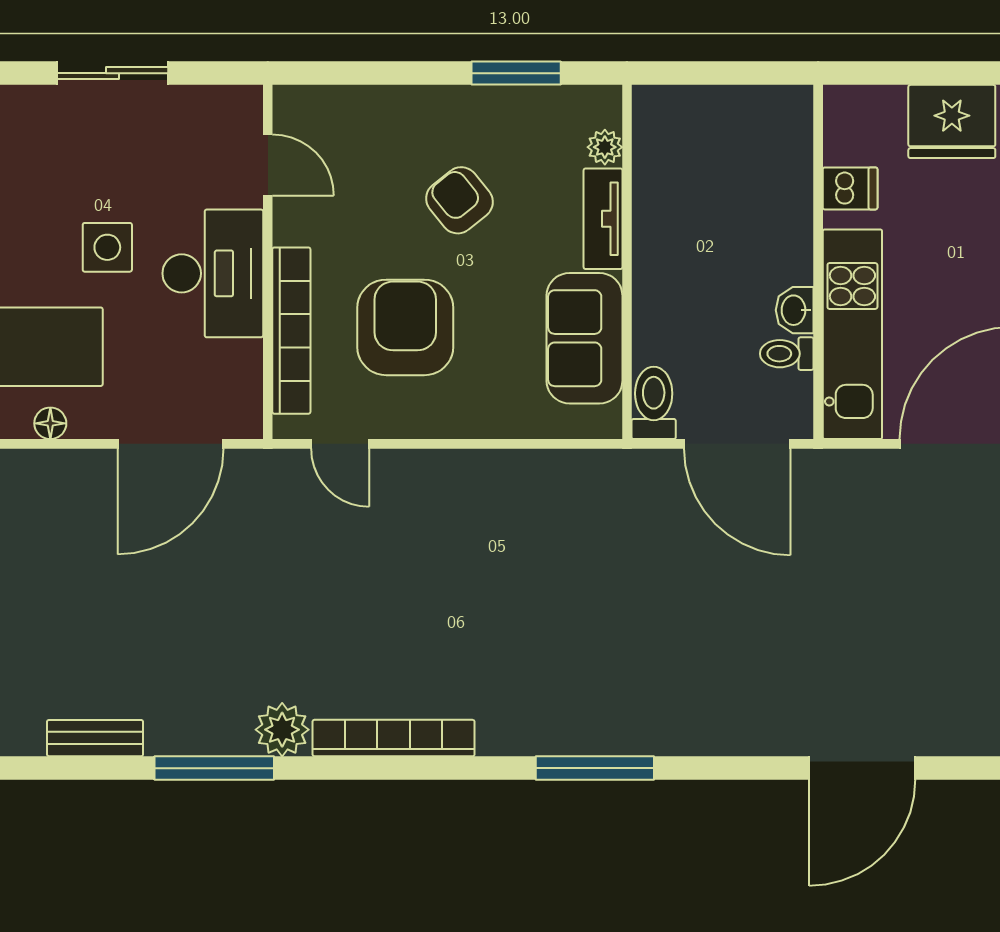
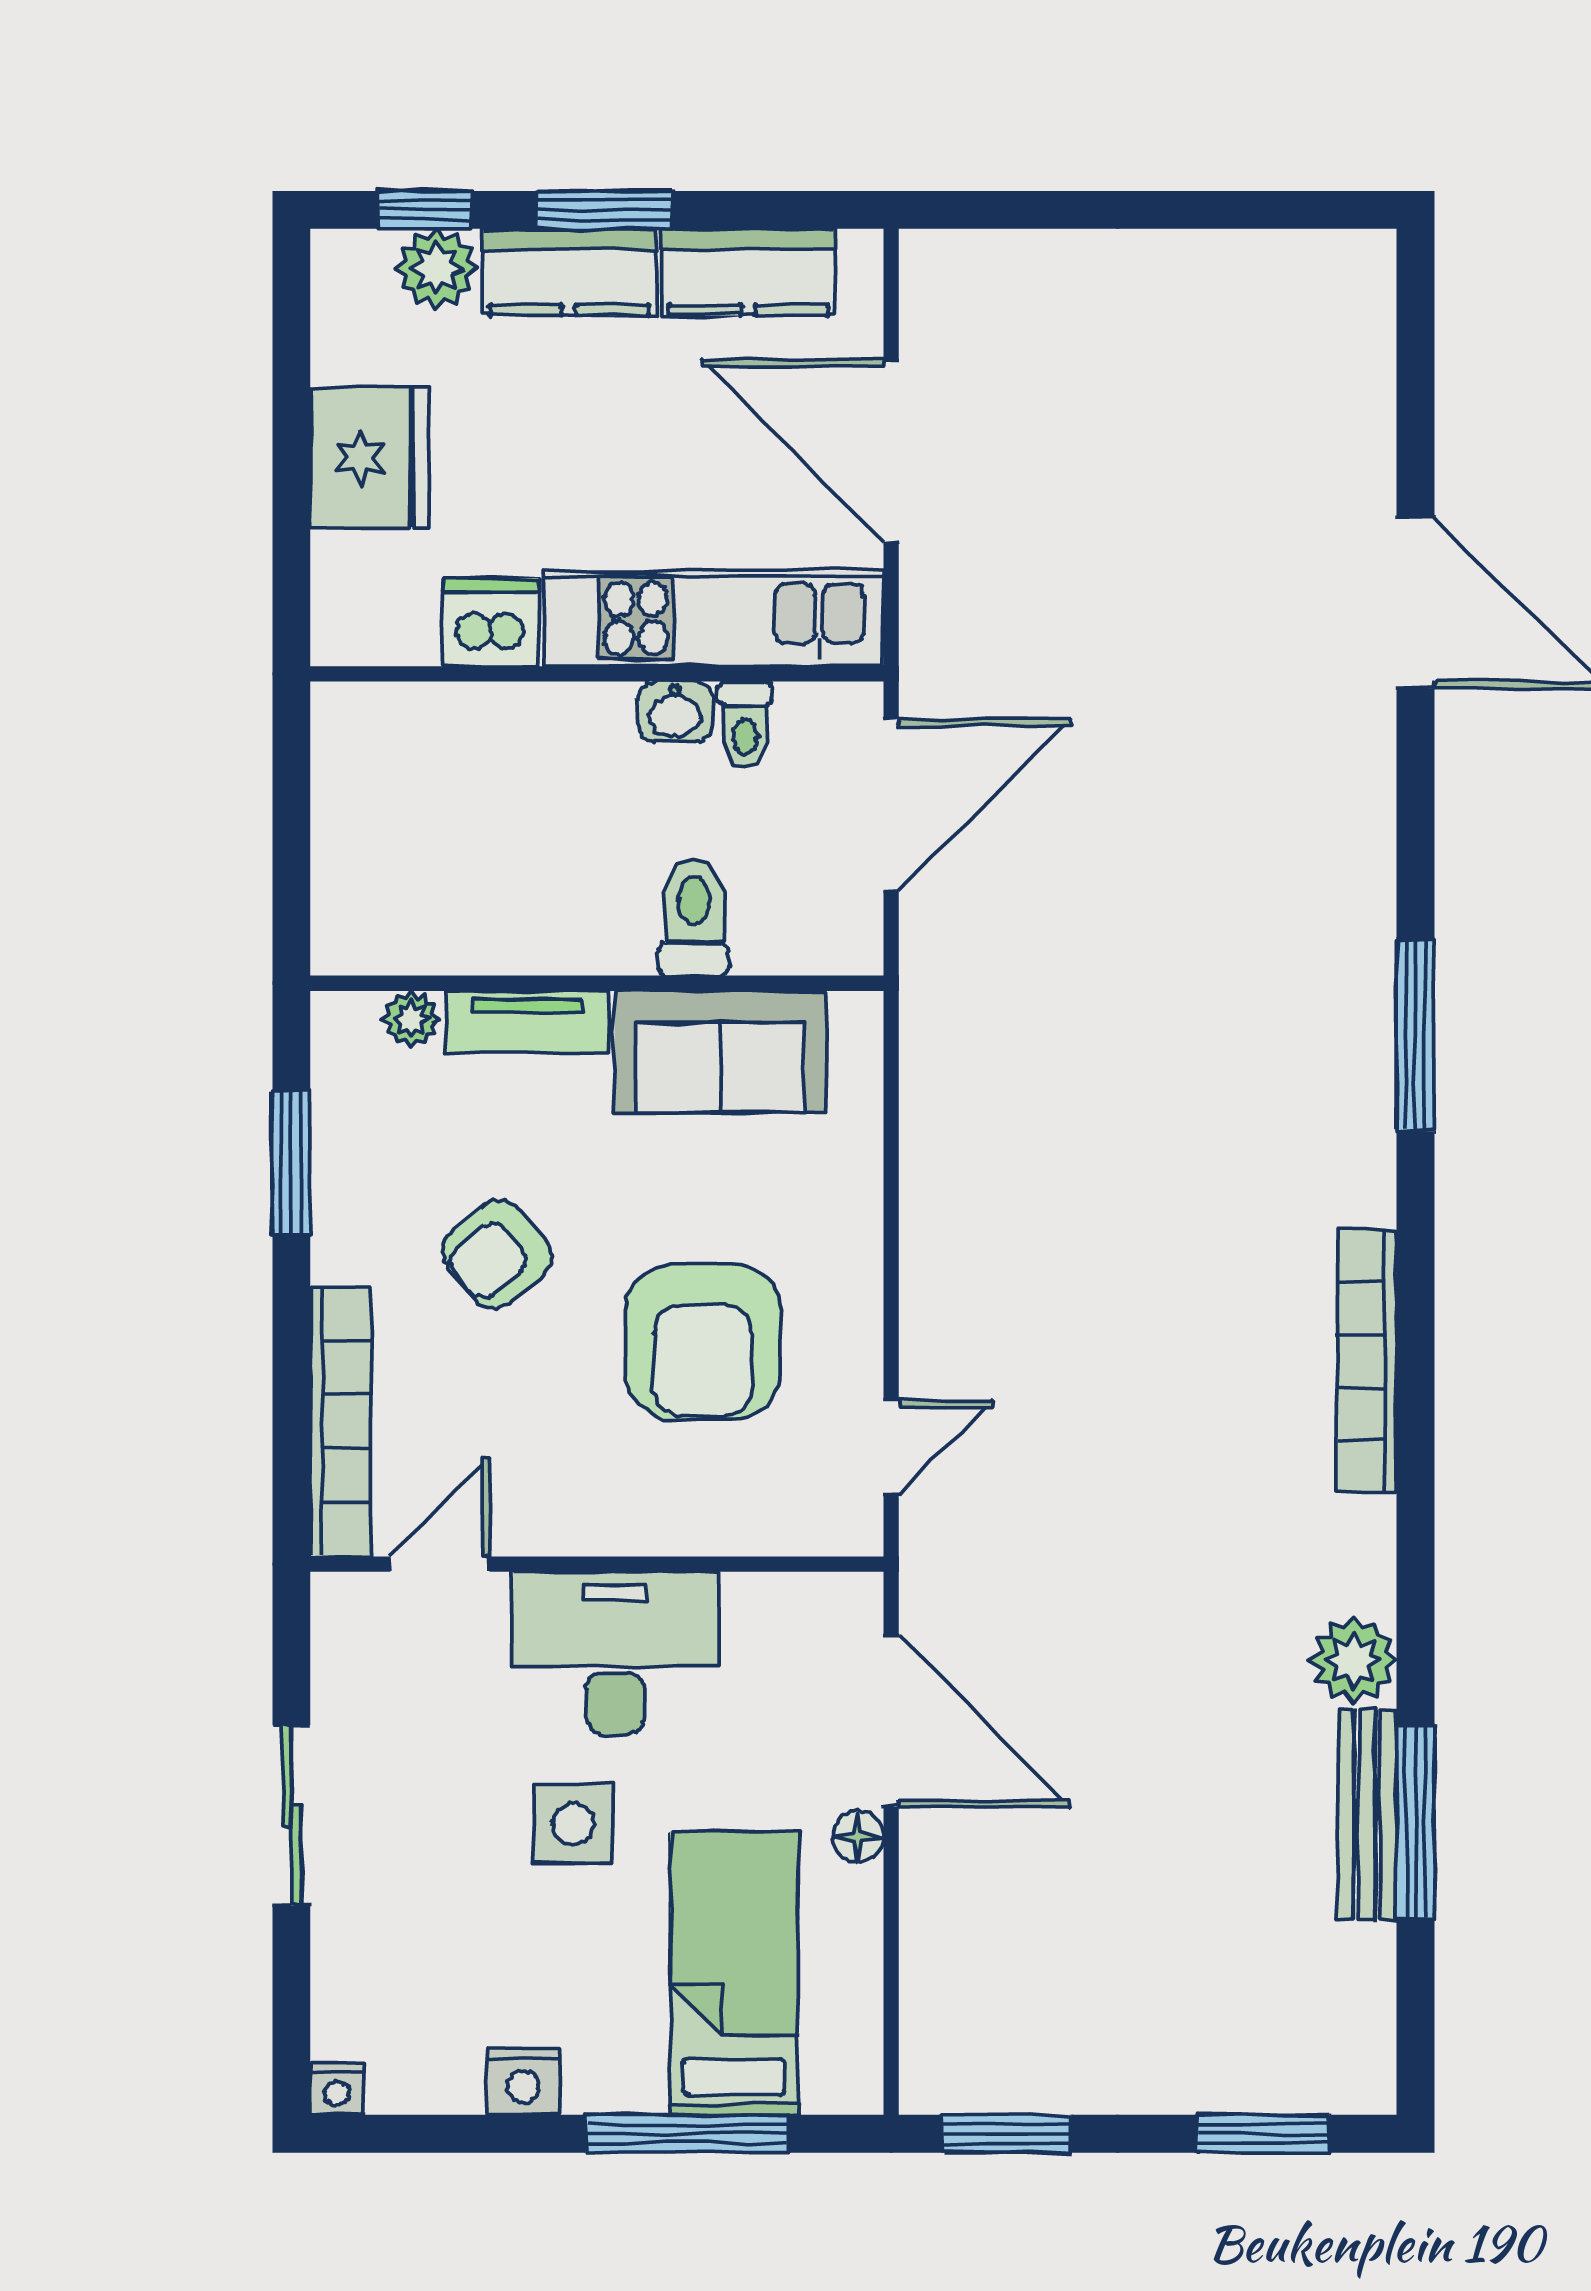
dishwasher: (850, 188) -> (491, 622), width x1.38
armchair: (405, 327) -> (703, 1342), turned -90
bookcase: (291, 331) -> (341, 1422), moved, turned 90
toilet: (654, 403) -> (694, 917), moved, turned 90
floor lamp: (50, 423) -> (858, 1836), moved
plant: (282, 730) -> (1353, 1660), moved
bench: (95, 738) -> (1367, 1815), width x1.36
window: (214, 768) -> (1416, 1822), moved

